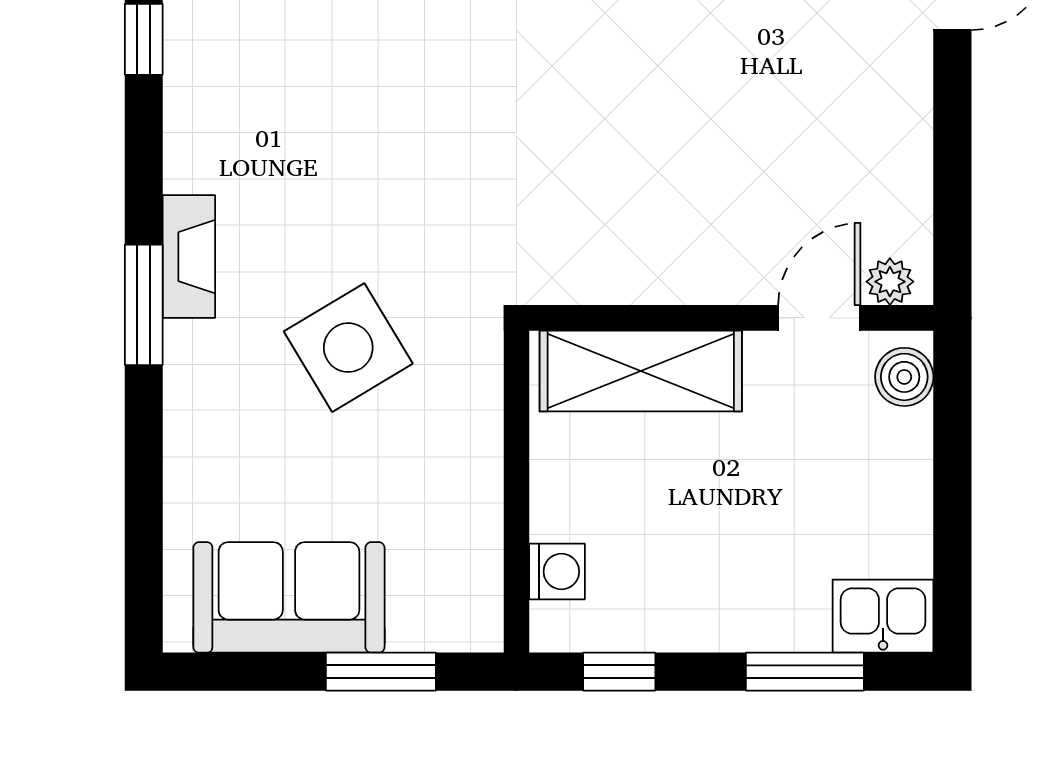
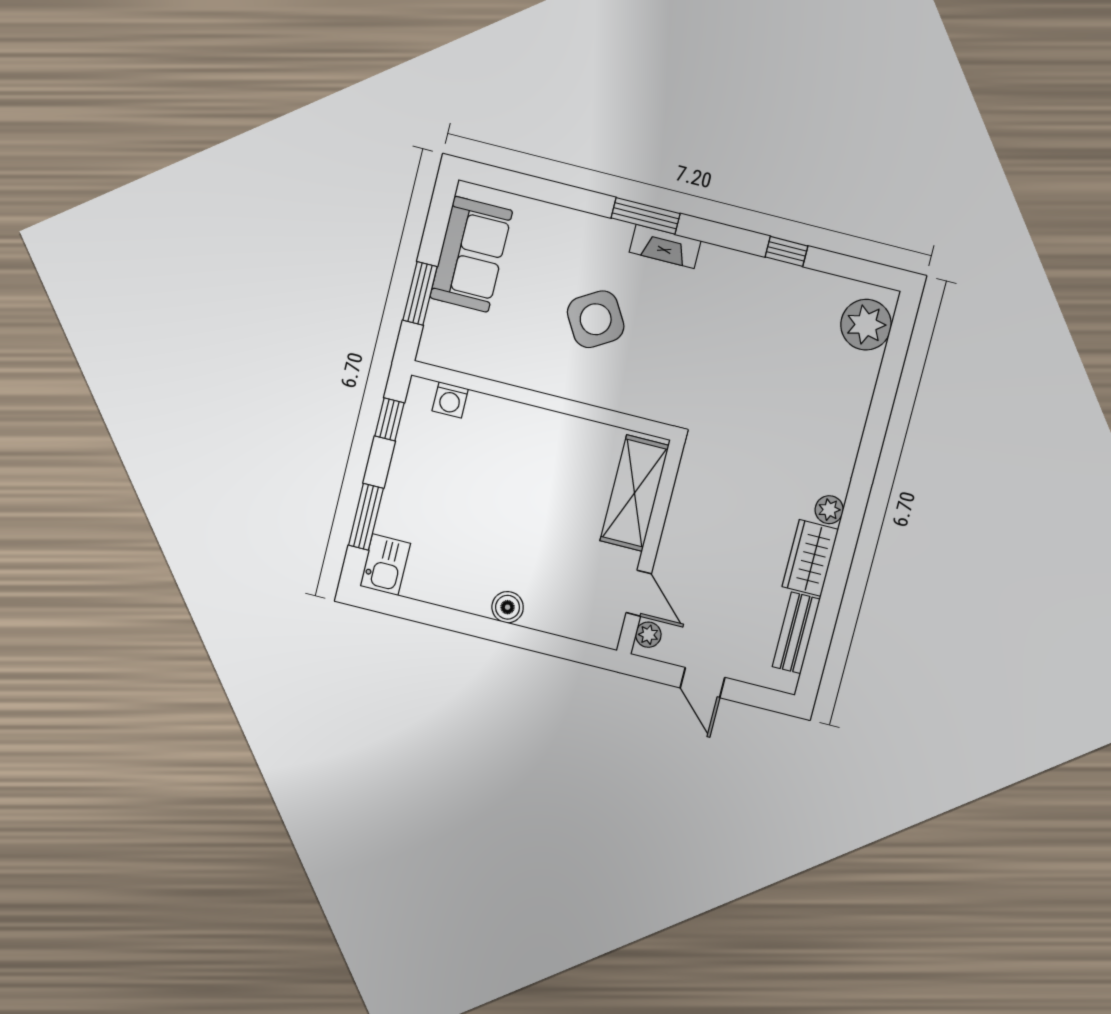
plant: (890, 282) -> (648, 635), moved
wall: (731, 318) -> (650, 547), moved
door: (819, 318) -> (639, 593), moved
shelving: (641, 371) -> (634, 493), moved

